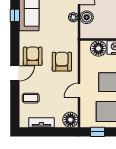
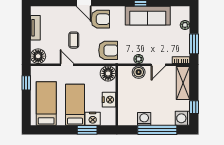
floor lamp: (98, 48) -> (108, 73), moved
armchair: (62, 62) -> (108, 50), moved
coffee table: (31, 98) -> (74, 40), moved

